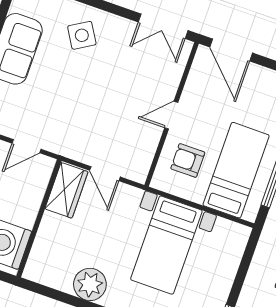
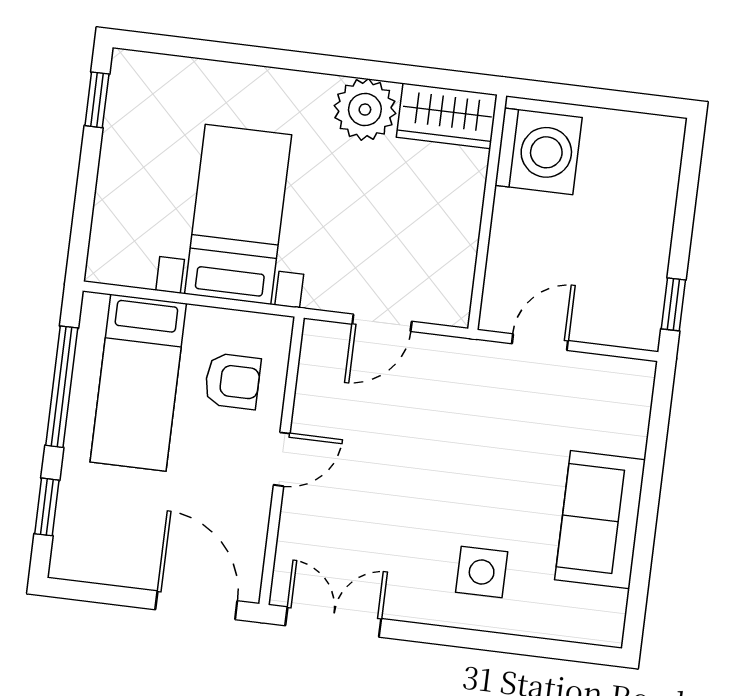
side table: (82, 35) -> (482, 572), turned 31
door: (105, 174) -> (382, 323), swing flipped
wardrobe: (66, 190) -> (447, 116), moved, turned -90

